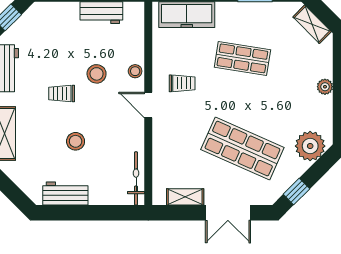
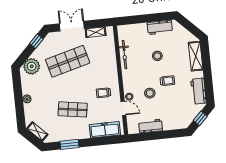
door: (148, 105) -> (123, 108), moved
shop shelf: (242, 149) -> (68, 61), turned -39
bicycle: (136, 178) -> (124, 55), moved

